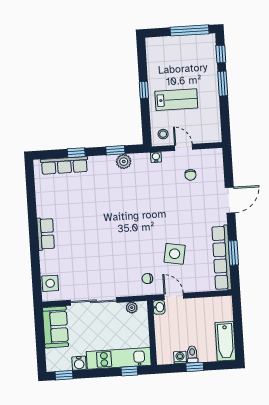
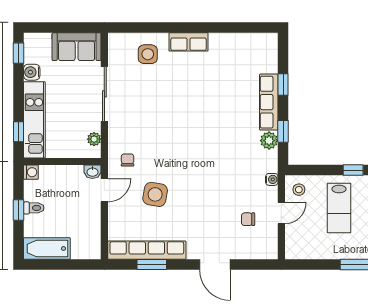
row of seats: (64, 165) -> (269, 102), moved
side table: (50, 283) -> (148, 54), moved
washing machine: (180, 357) -> (31, 172), moved

